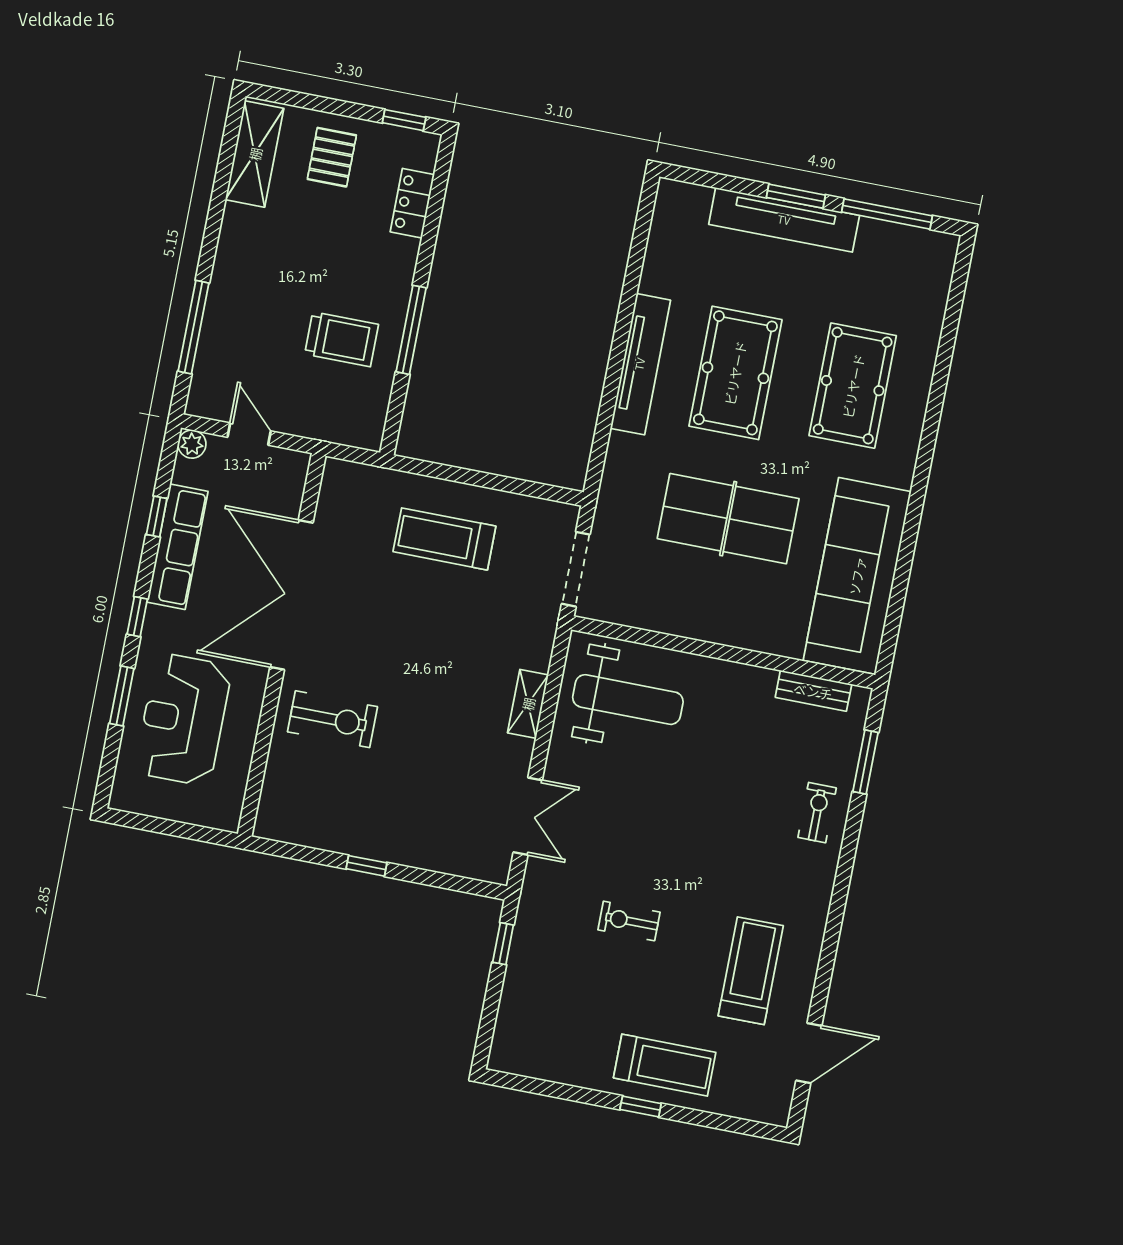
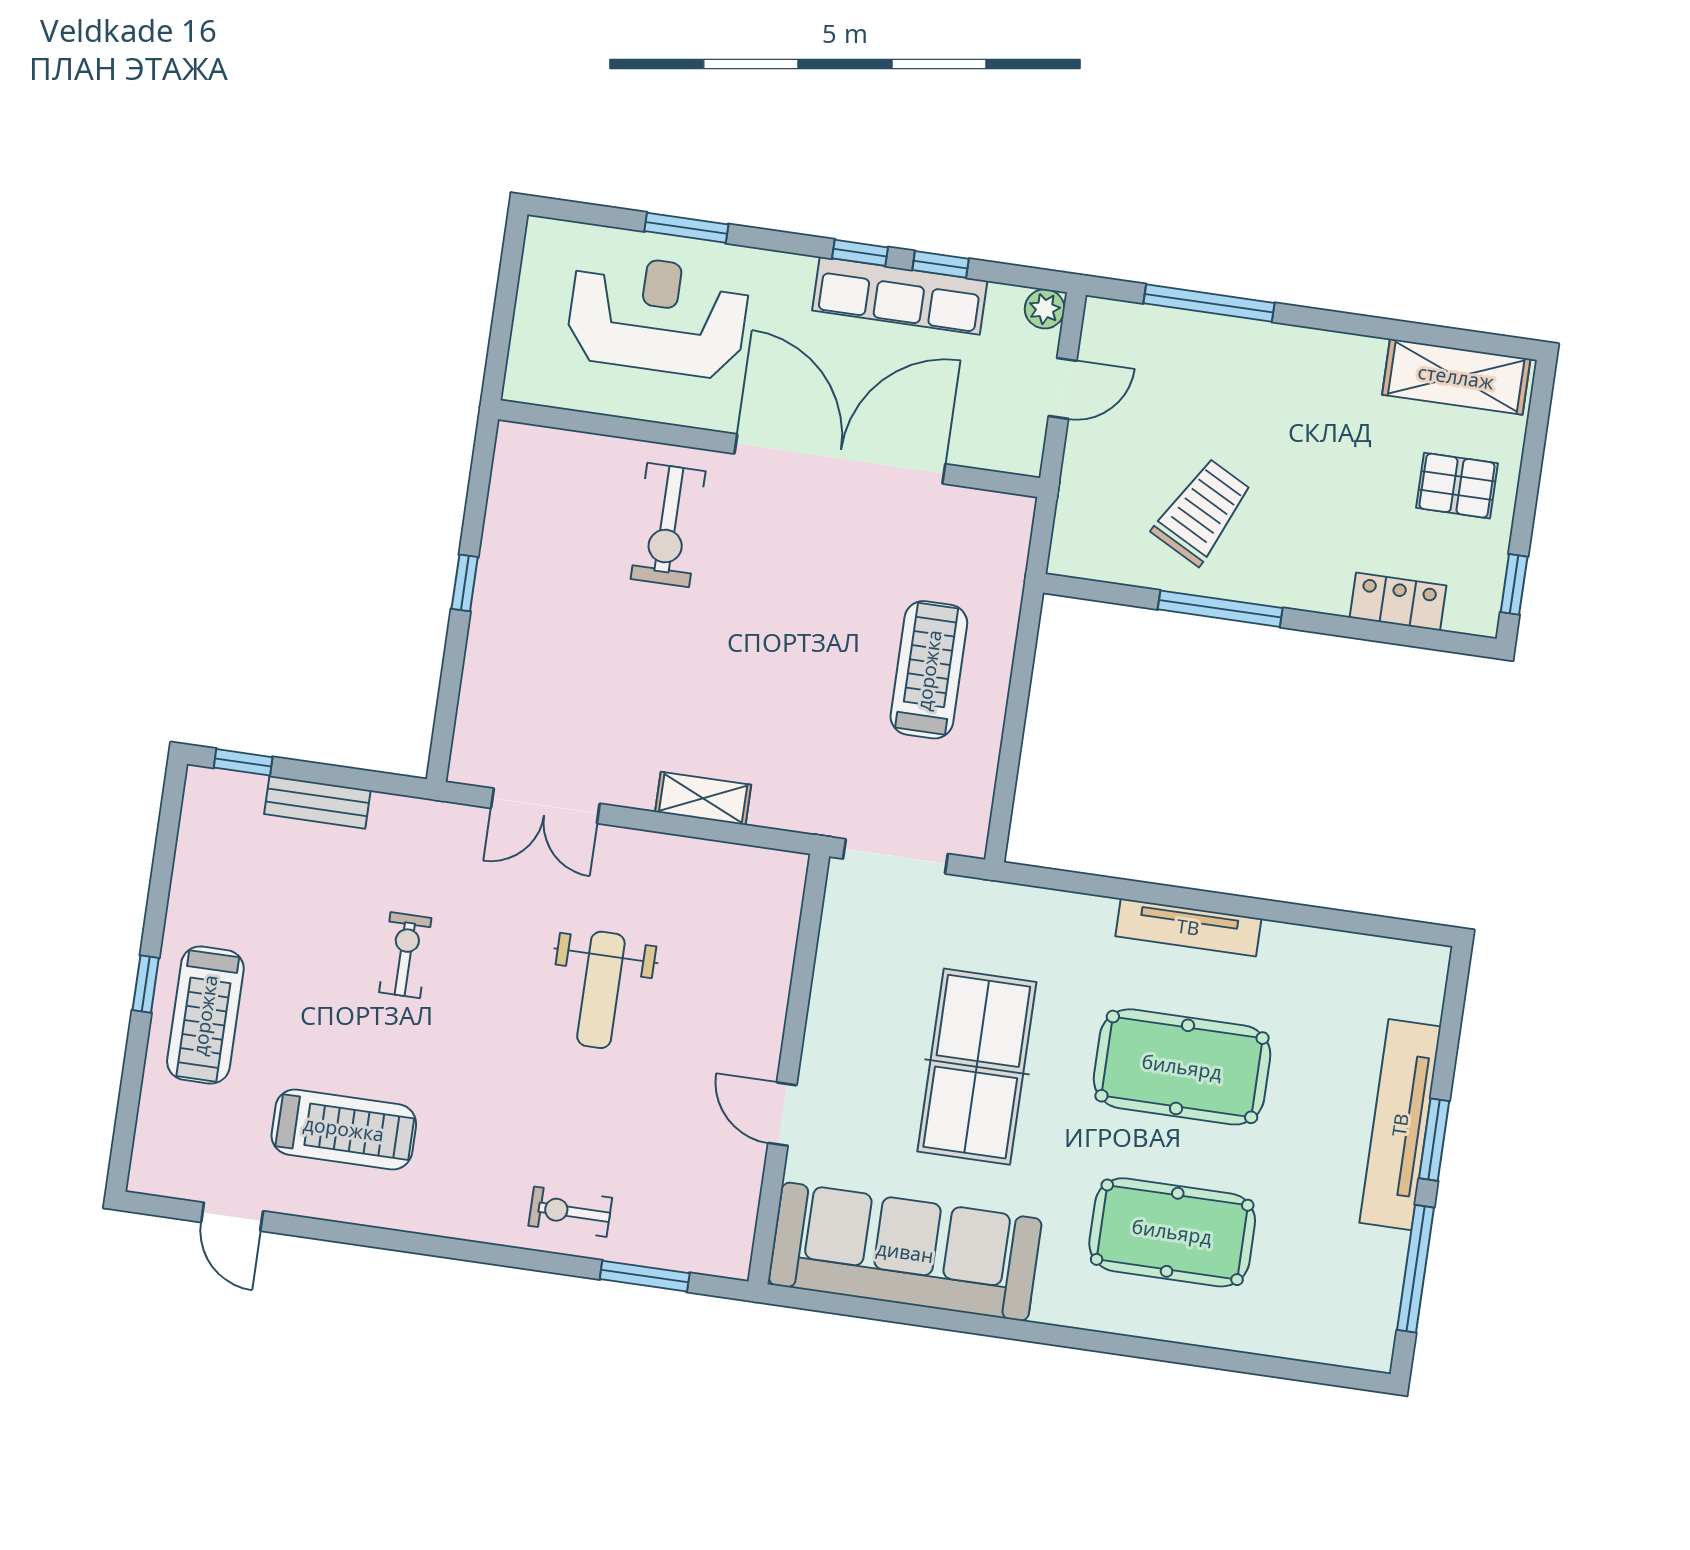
trolley: (342, 339) -> (1202, 512), turned -152
tv unit: (640, 364) -> (1188, 927), width x0.73, depth x0.78
window: (137, 617) -> (860, 253), moved
door: (755, 659) -> (782, 1114), added
bench: (813, 691) -> (317, 802), moved, turned 90
weight bench: (628, 700) -> (601, 990), moved, width x0.73, depth x0.75
exercise bike: (817, 813) -> (570, 1212), turned 180
window: (503, 944) -> (243, 762), moved
door: (809, 1053) -> (232, 1217), width x0.73

